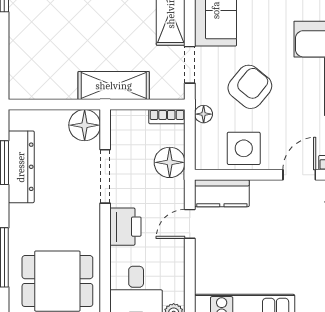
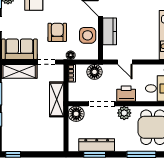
armchair: (250, 87) -> (57, 32), turned 51
kitchen counter: (222, 193) -> (110, 31), moved
plant: (86, 223) -> (124, 113), added

